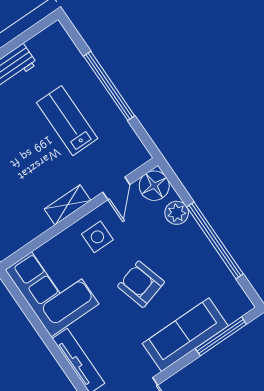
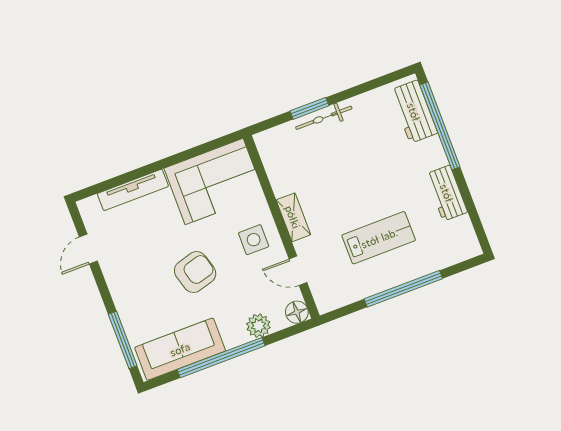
floor lamp: (154, 186) -> (297, 312), width x0.73, depth x0.73
sofa: (185, 335) -> (180, 349), moved, turned -90

